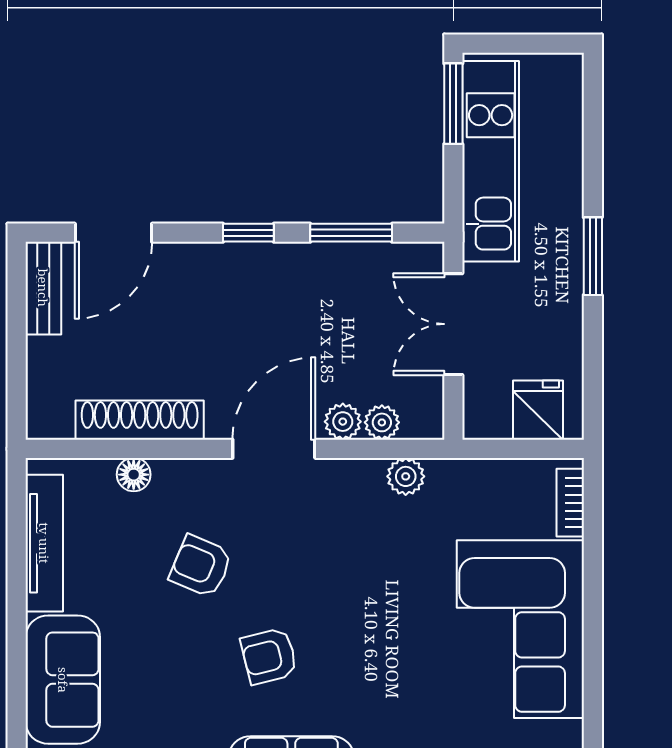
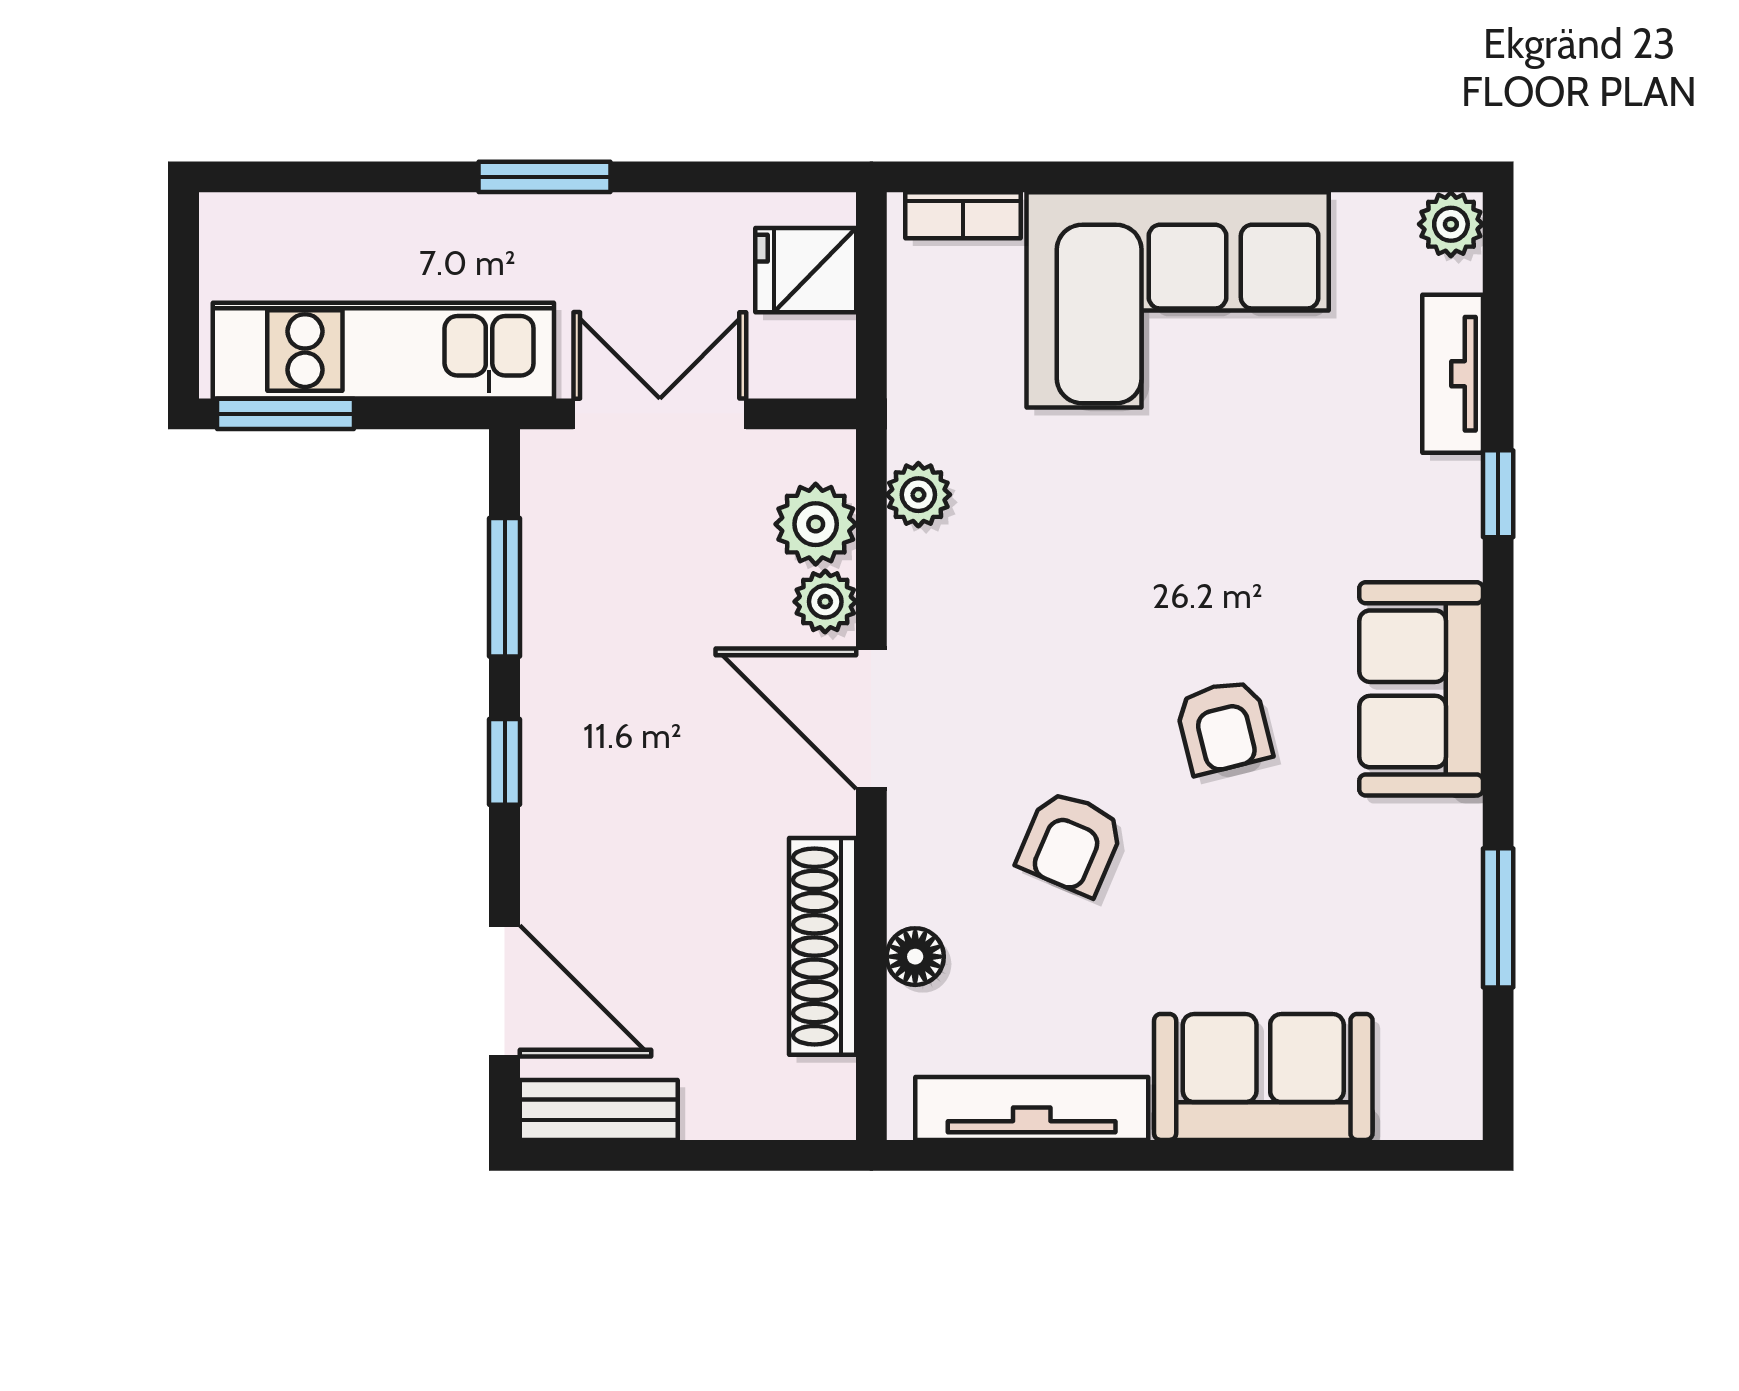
double door: (453, 324) -> (660, 414), swing flipped
plant: (382, 422) -> (816, 524), width x1.38, depth x1.38

